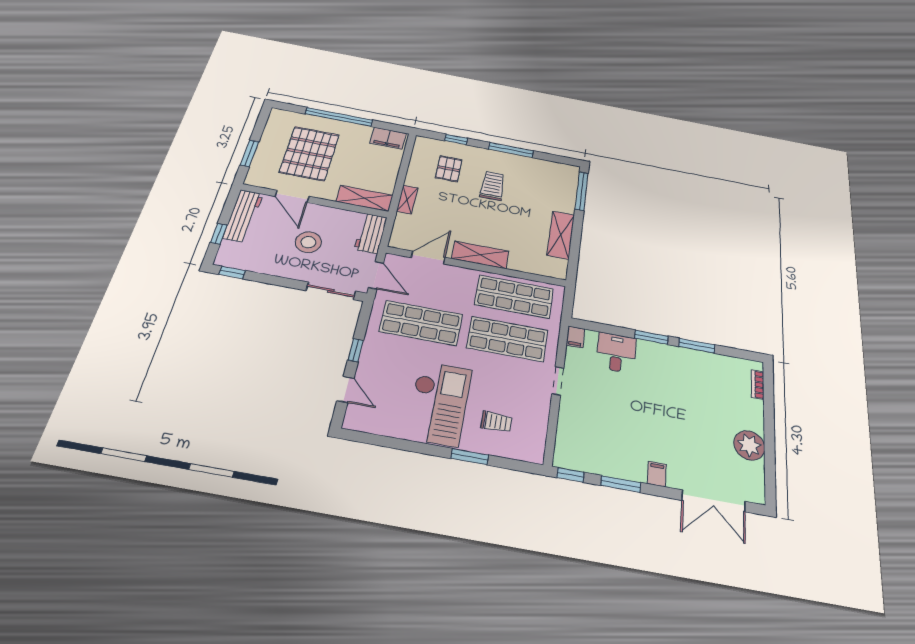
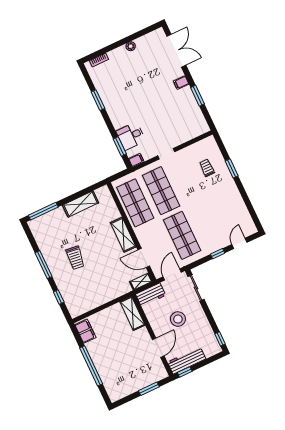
pallet: (309, 153) -> (126, 361), removed
pallet: (449, 169) -> (81, 287), removed
trolley: (493, 186) -> (75, 258), turned -83
shelving: (407, 200) -> (141, 282), moved
window: (219, 234) -> (185, 372), moved
window: (651, 337) -> (120, 146), moved
checkout: (439, 403) -> (216, 199), removed
plant: (749, 445) -> (131, 46), width x0.53, depth x0.53
window: (570, 475) -> (209, 120), removed

